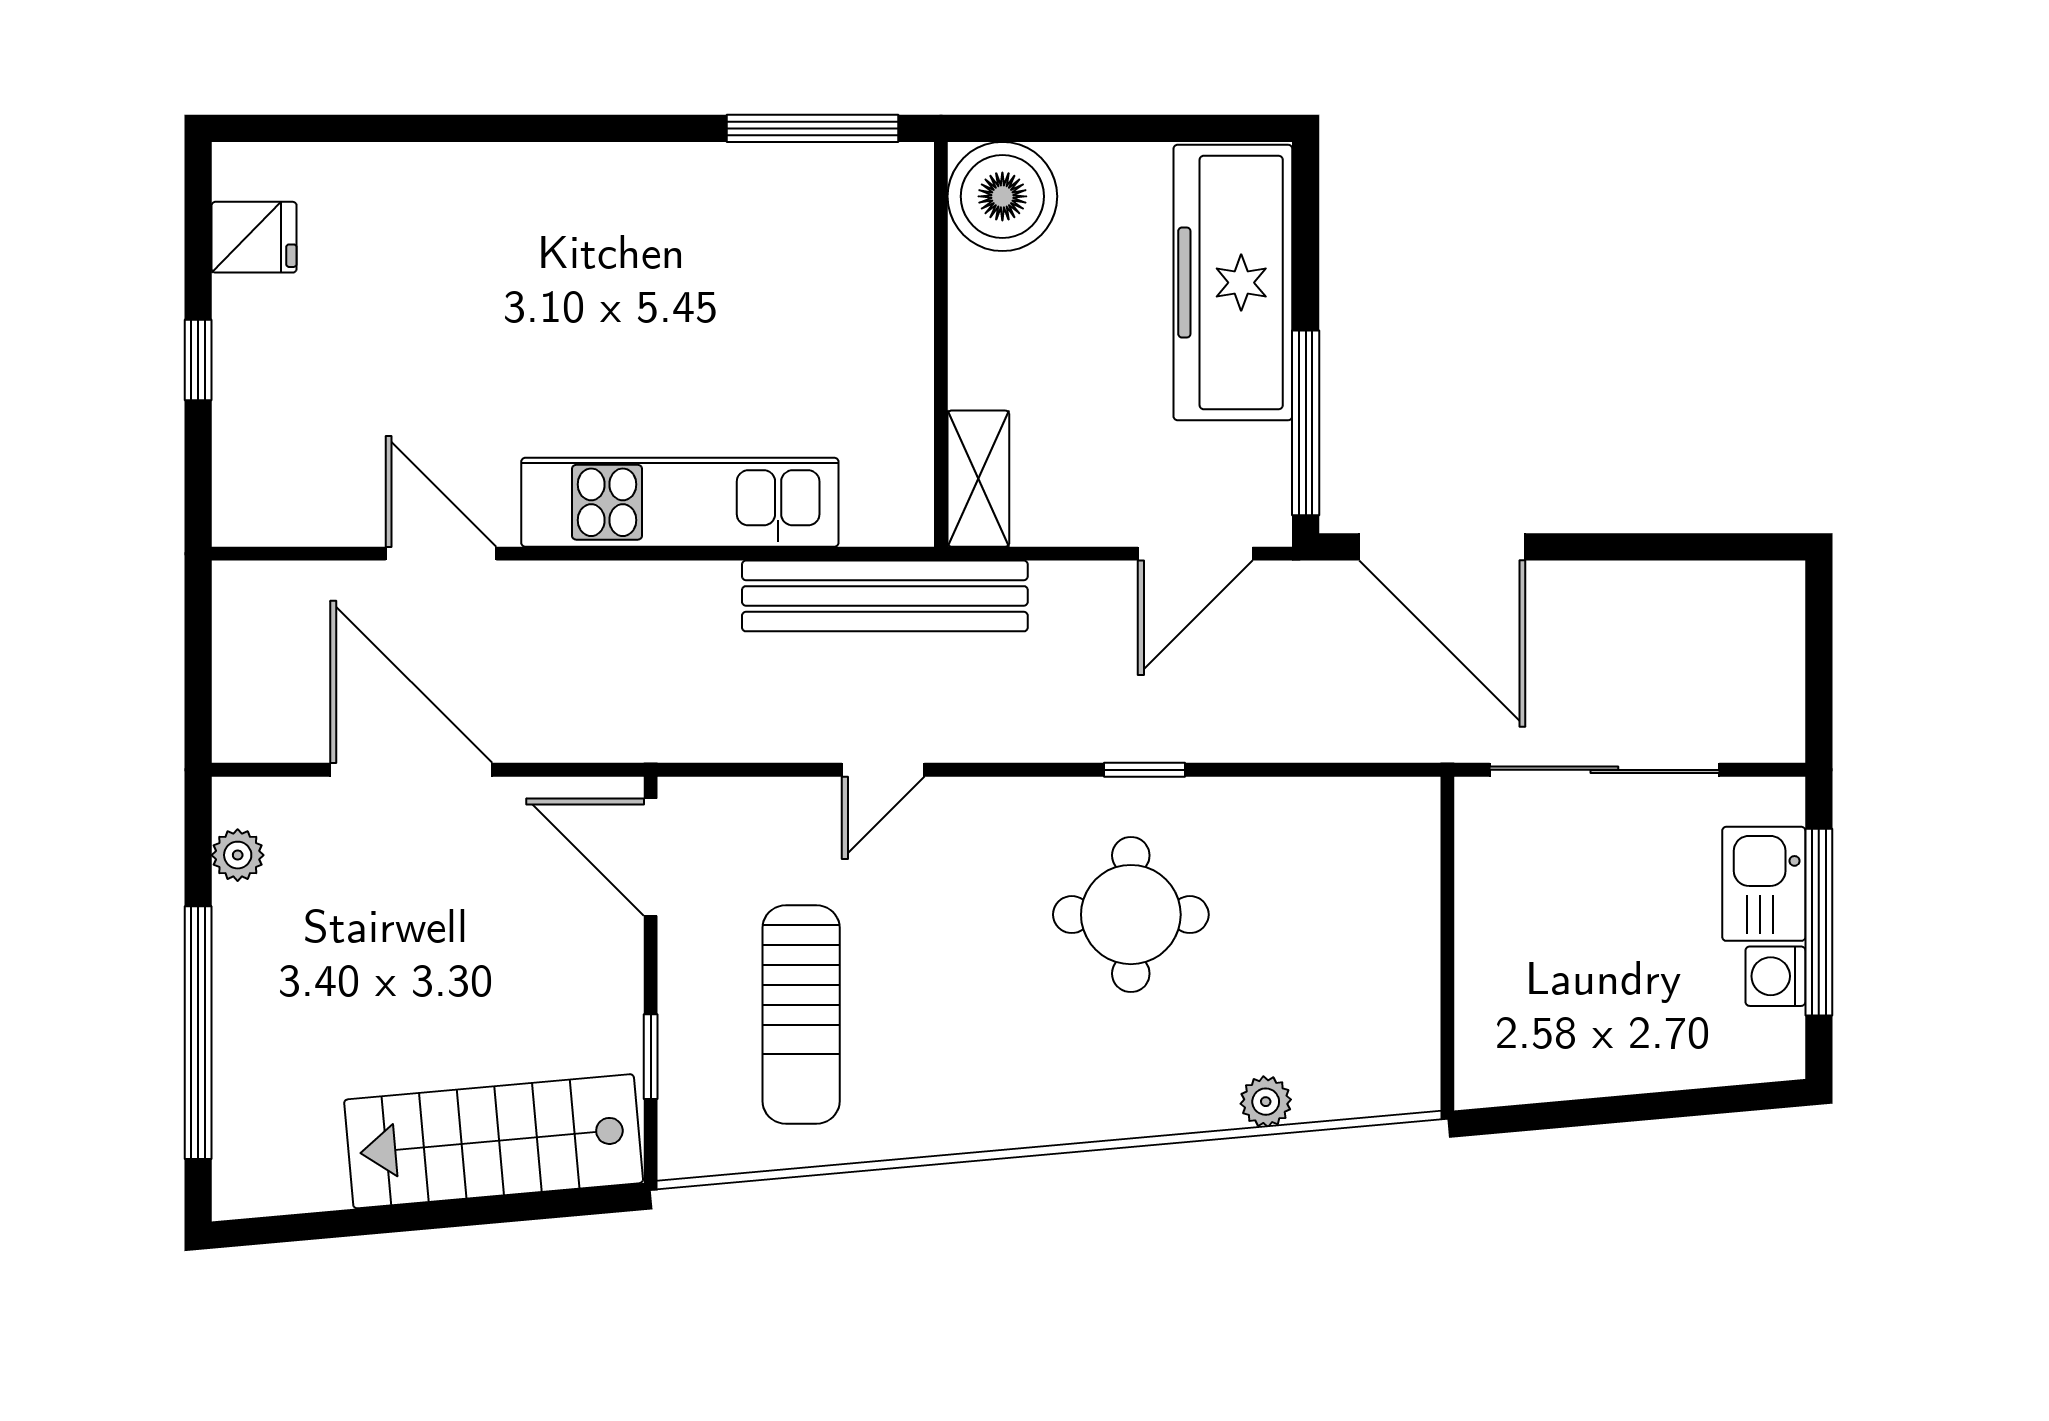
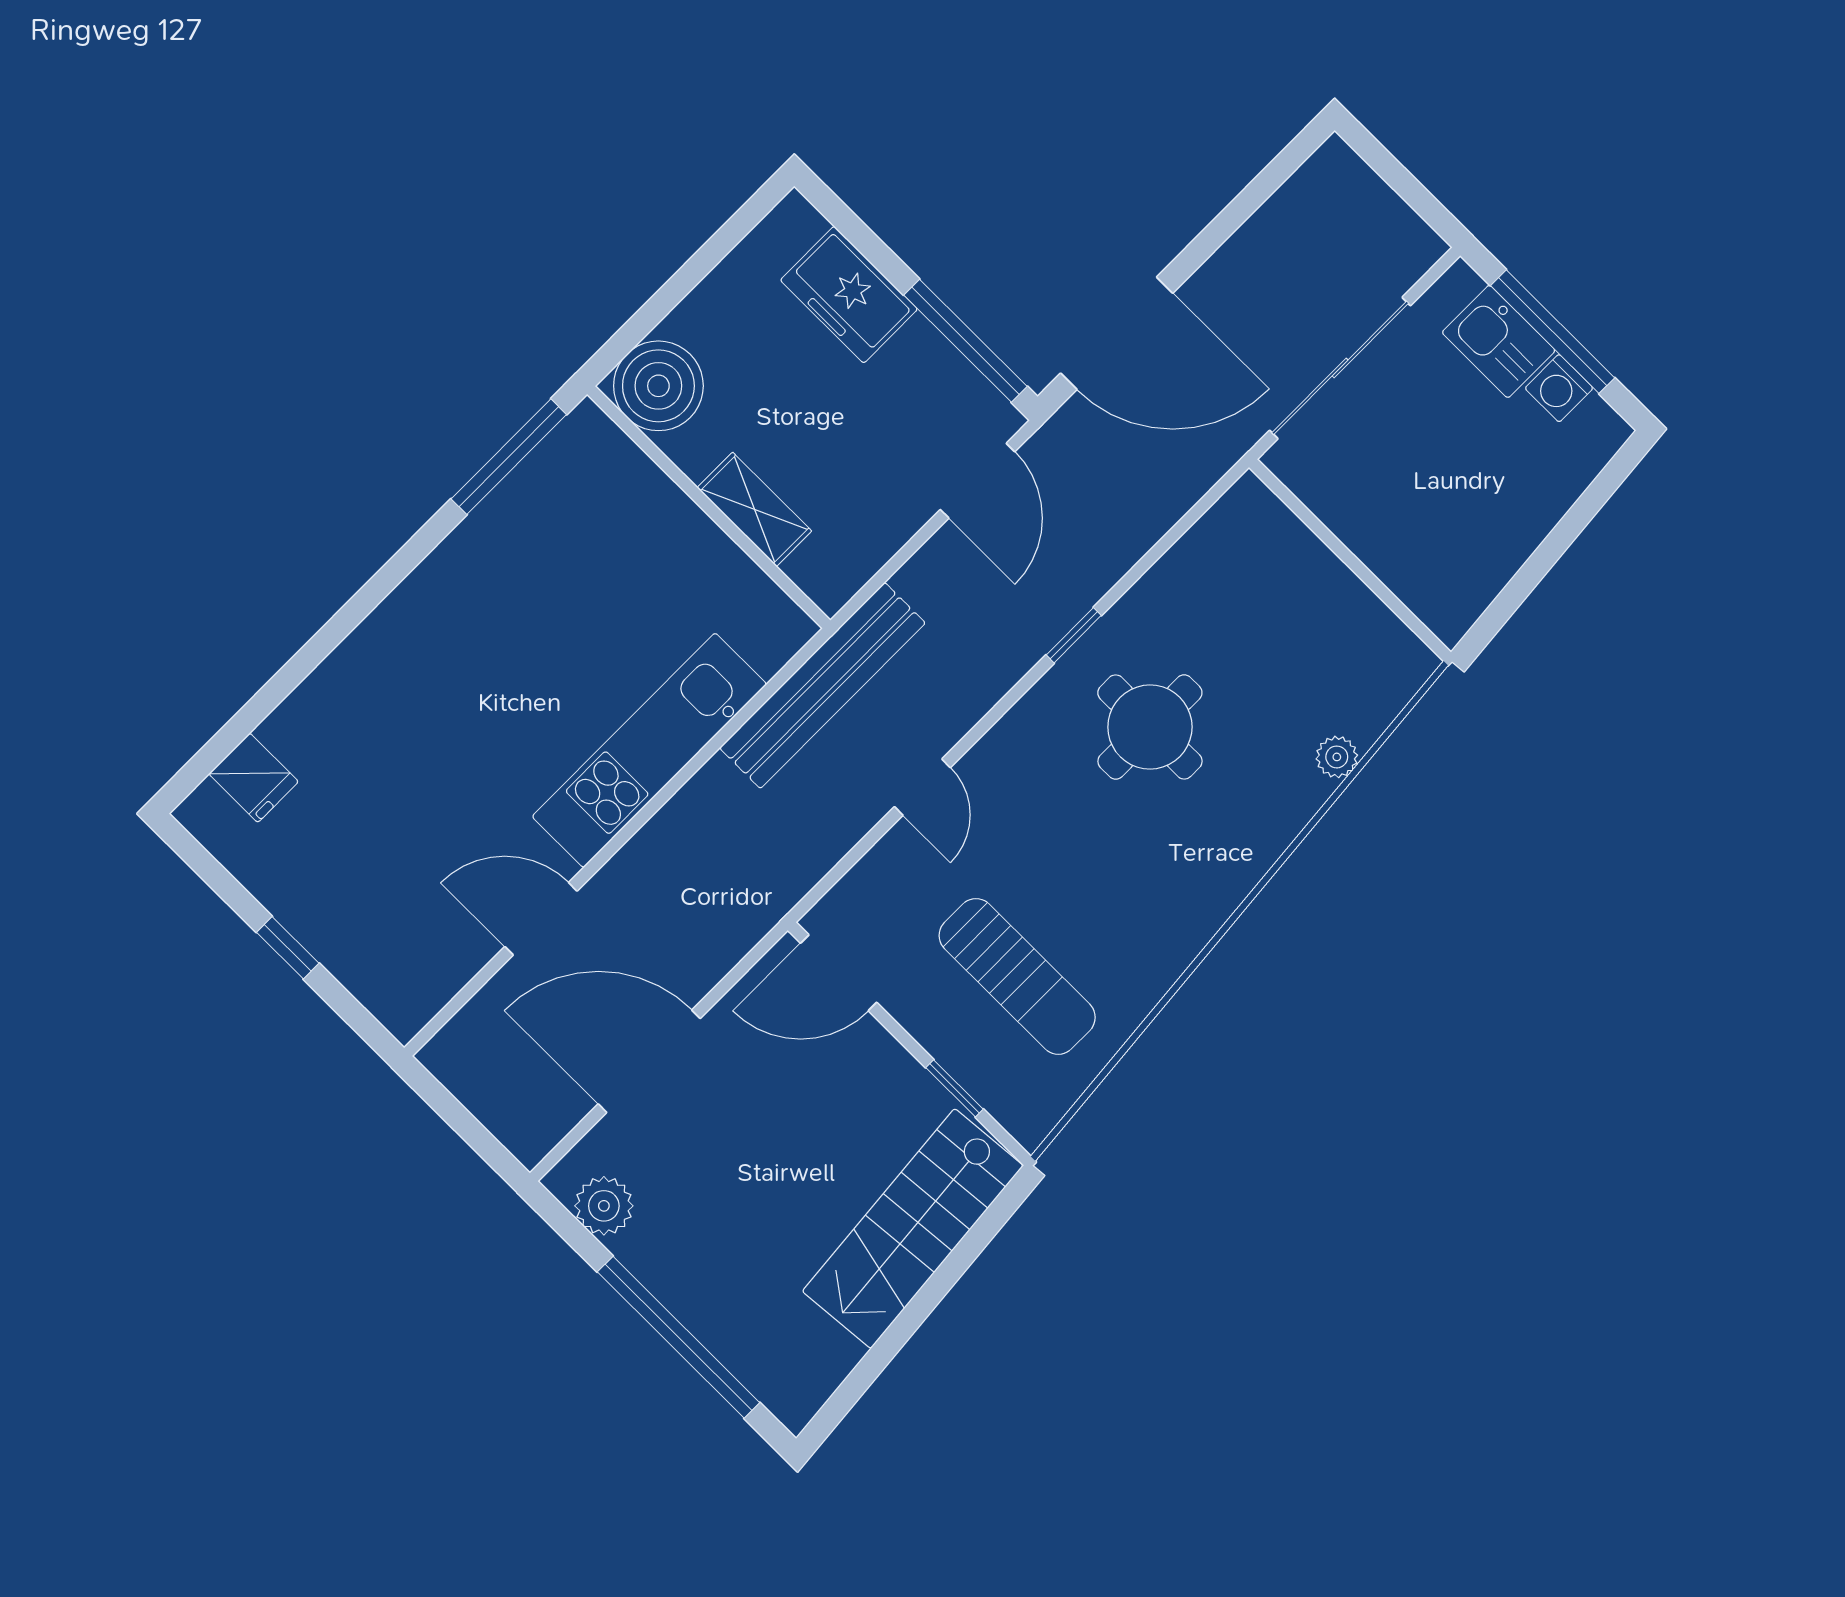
fridge: (254, 237) -> (254, 778), moved, turned 90
freezer: (1233, 283) -> (849, 295), width x0.52, depth x0.79
shelving: (978, 479) -> (754, 509), moved
plant: (238, 855) -> (604, 1206), width x1.38, depth x1.38

